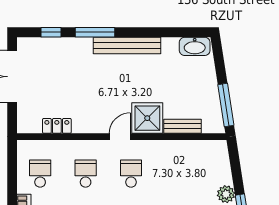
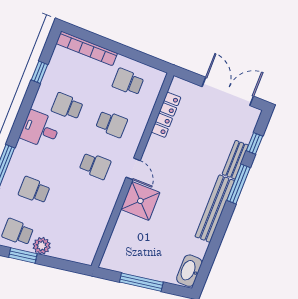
window: (226, 105) -> (141, 282), moved
locker: (57, 126) -> (166, 115), width x1.53
bench: (183, 126) -> (235, 160), moved
school desk: (40, 174) -> (128, 82), turned 180

